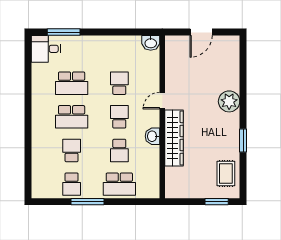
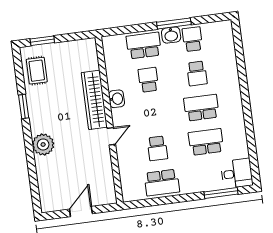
washbasin: (151, 43) -> (171, 35), moved, turned 180
school desk: (119, 117) -> (162, 183), moved, width x1.85

